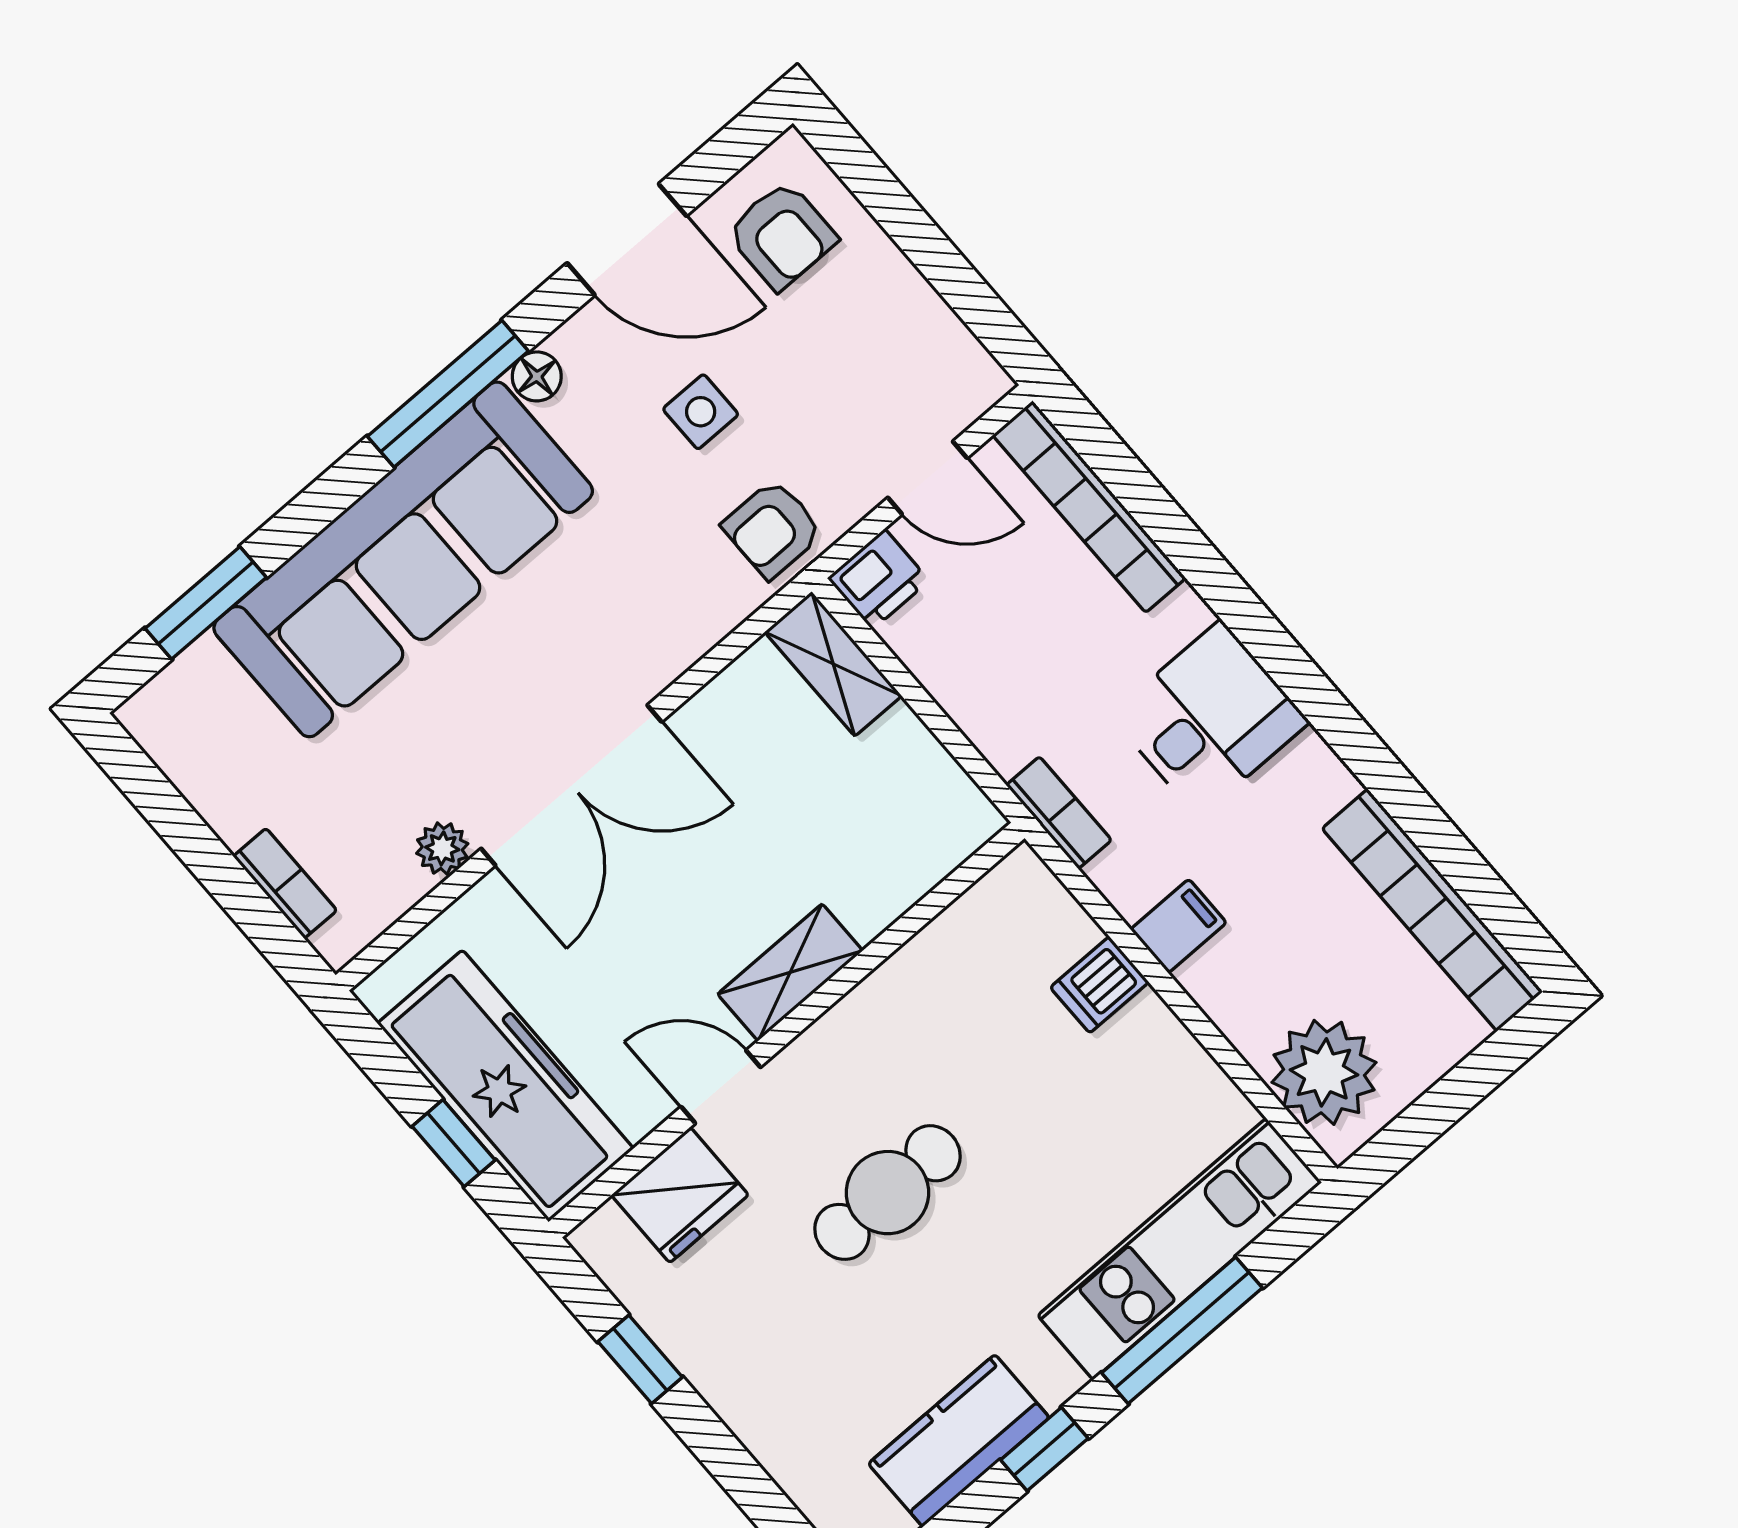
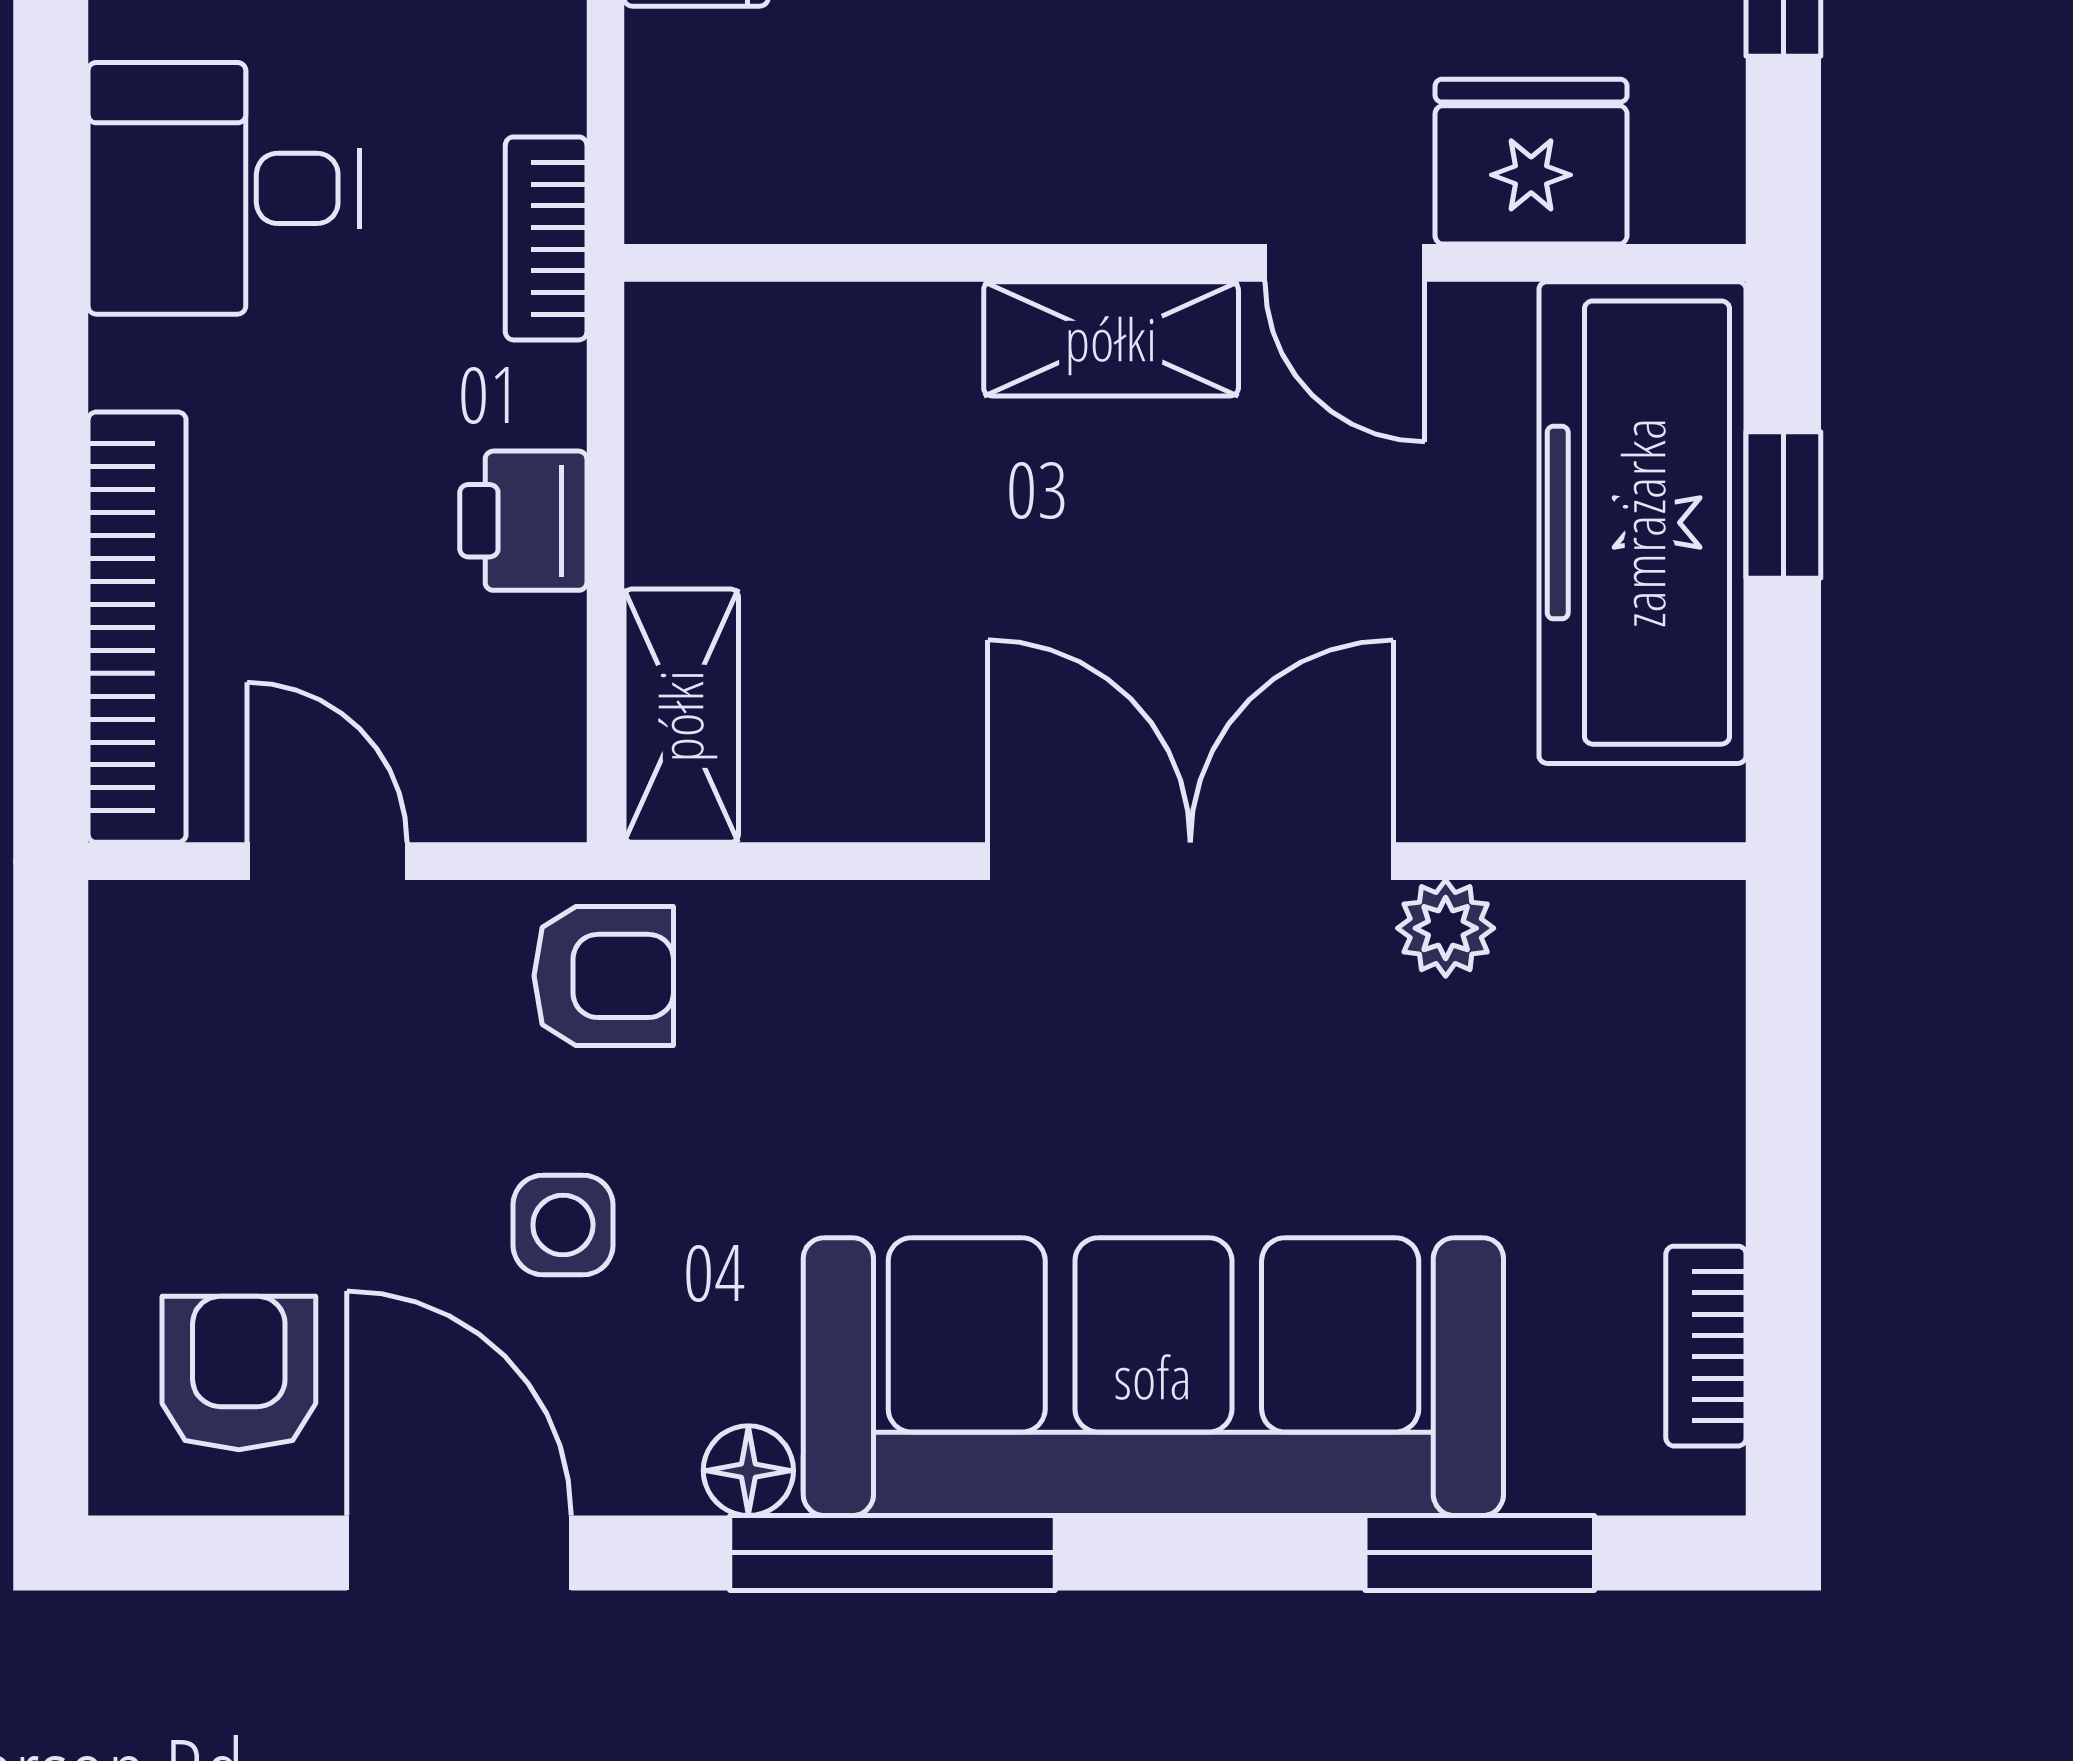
printer: (878, 579) -> (523, 521), moved, turned -90
bookcase: (285, 883) -> (1706, 1346), moved

